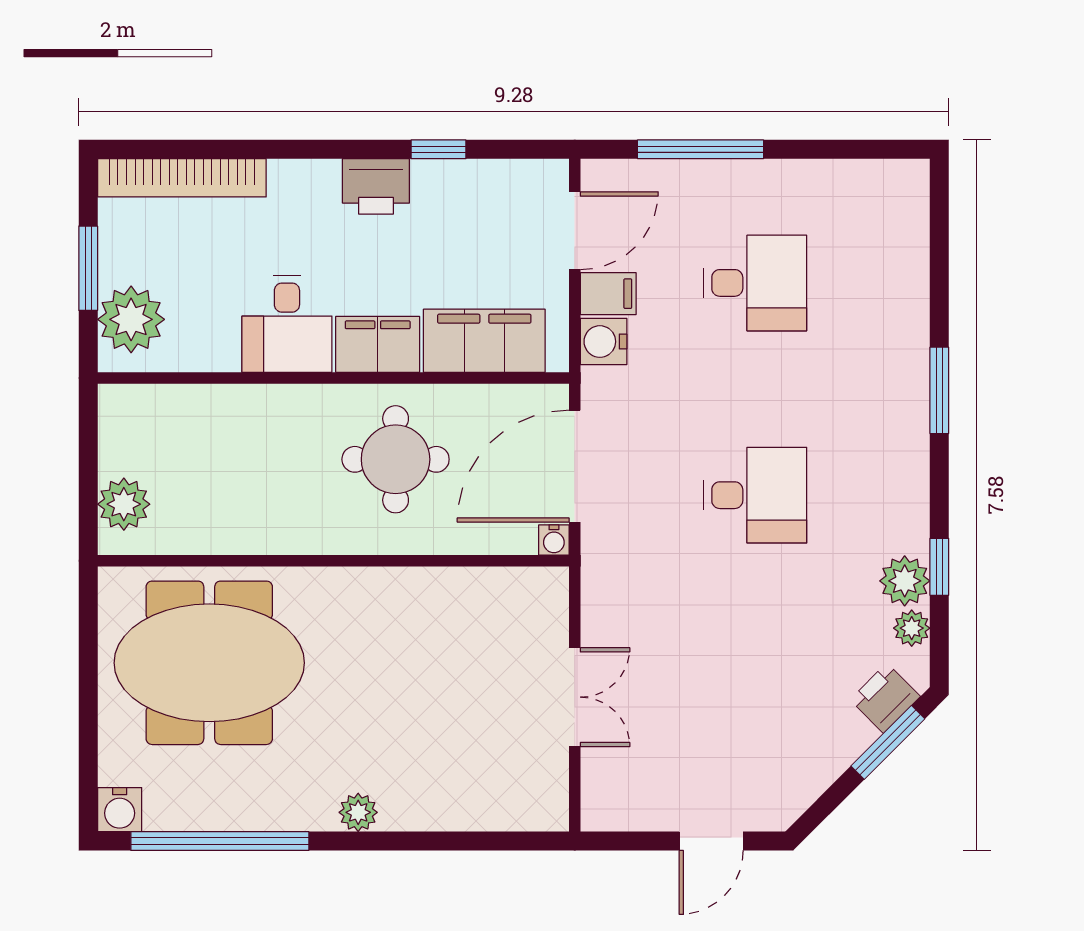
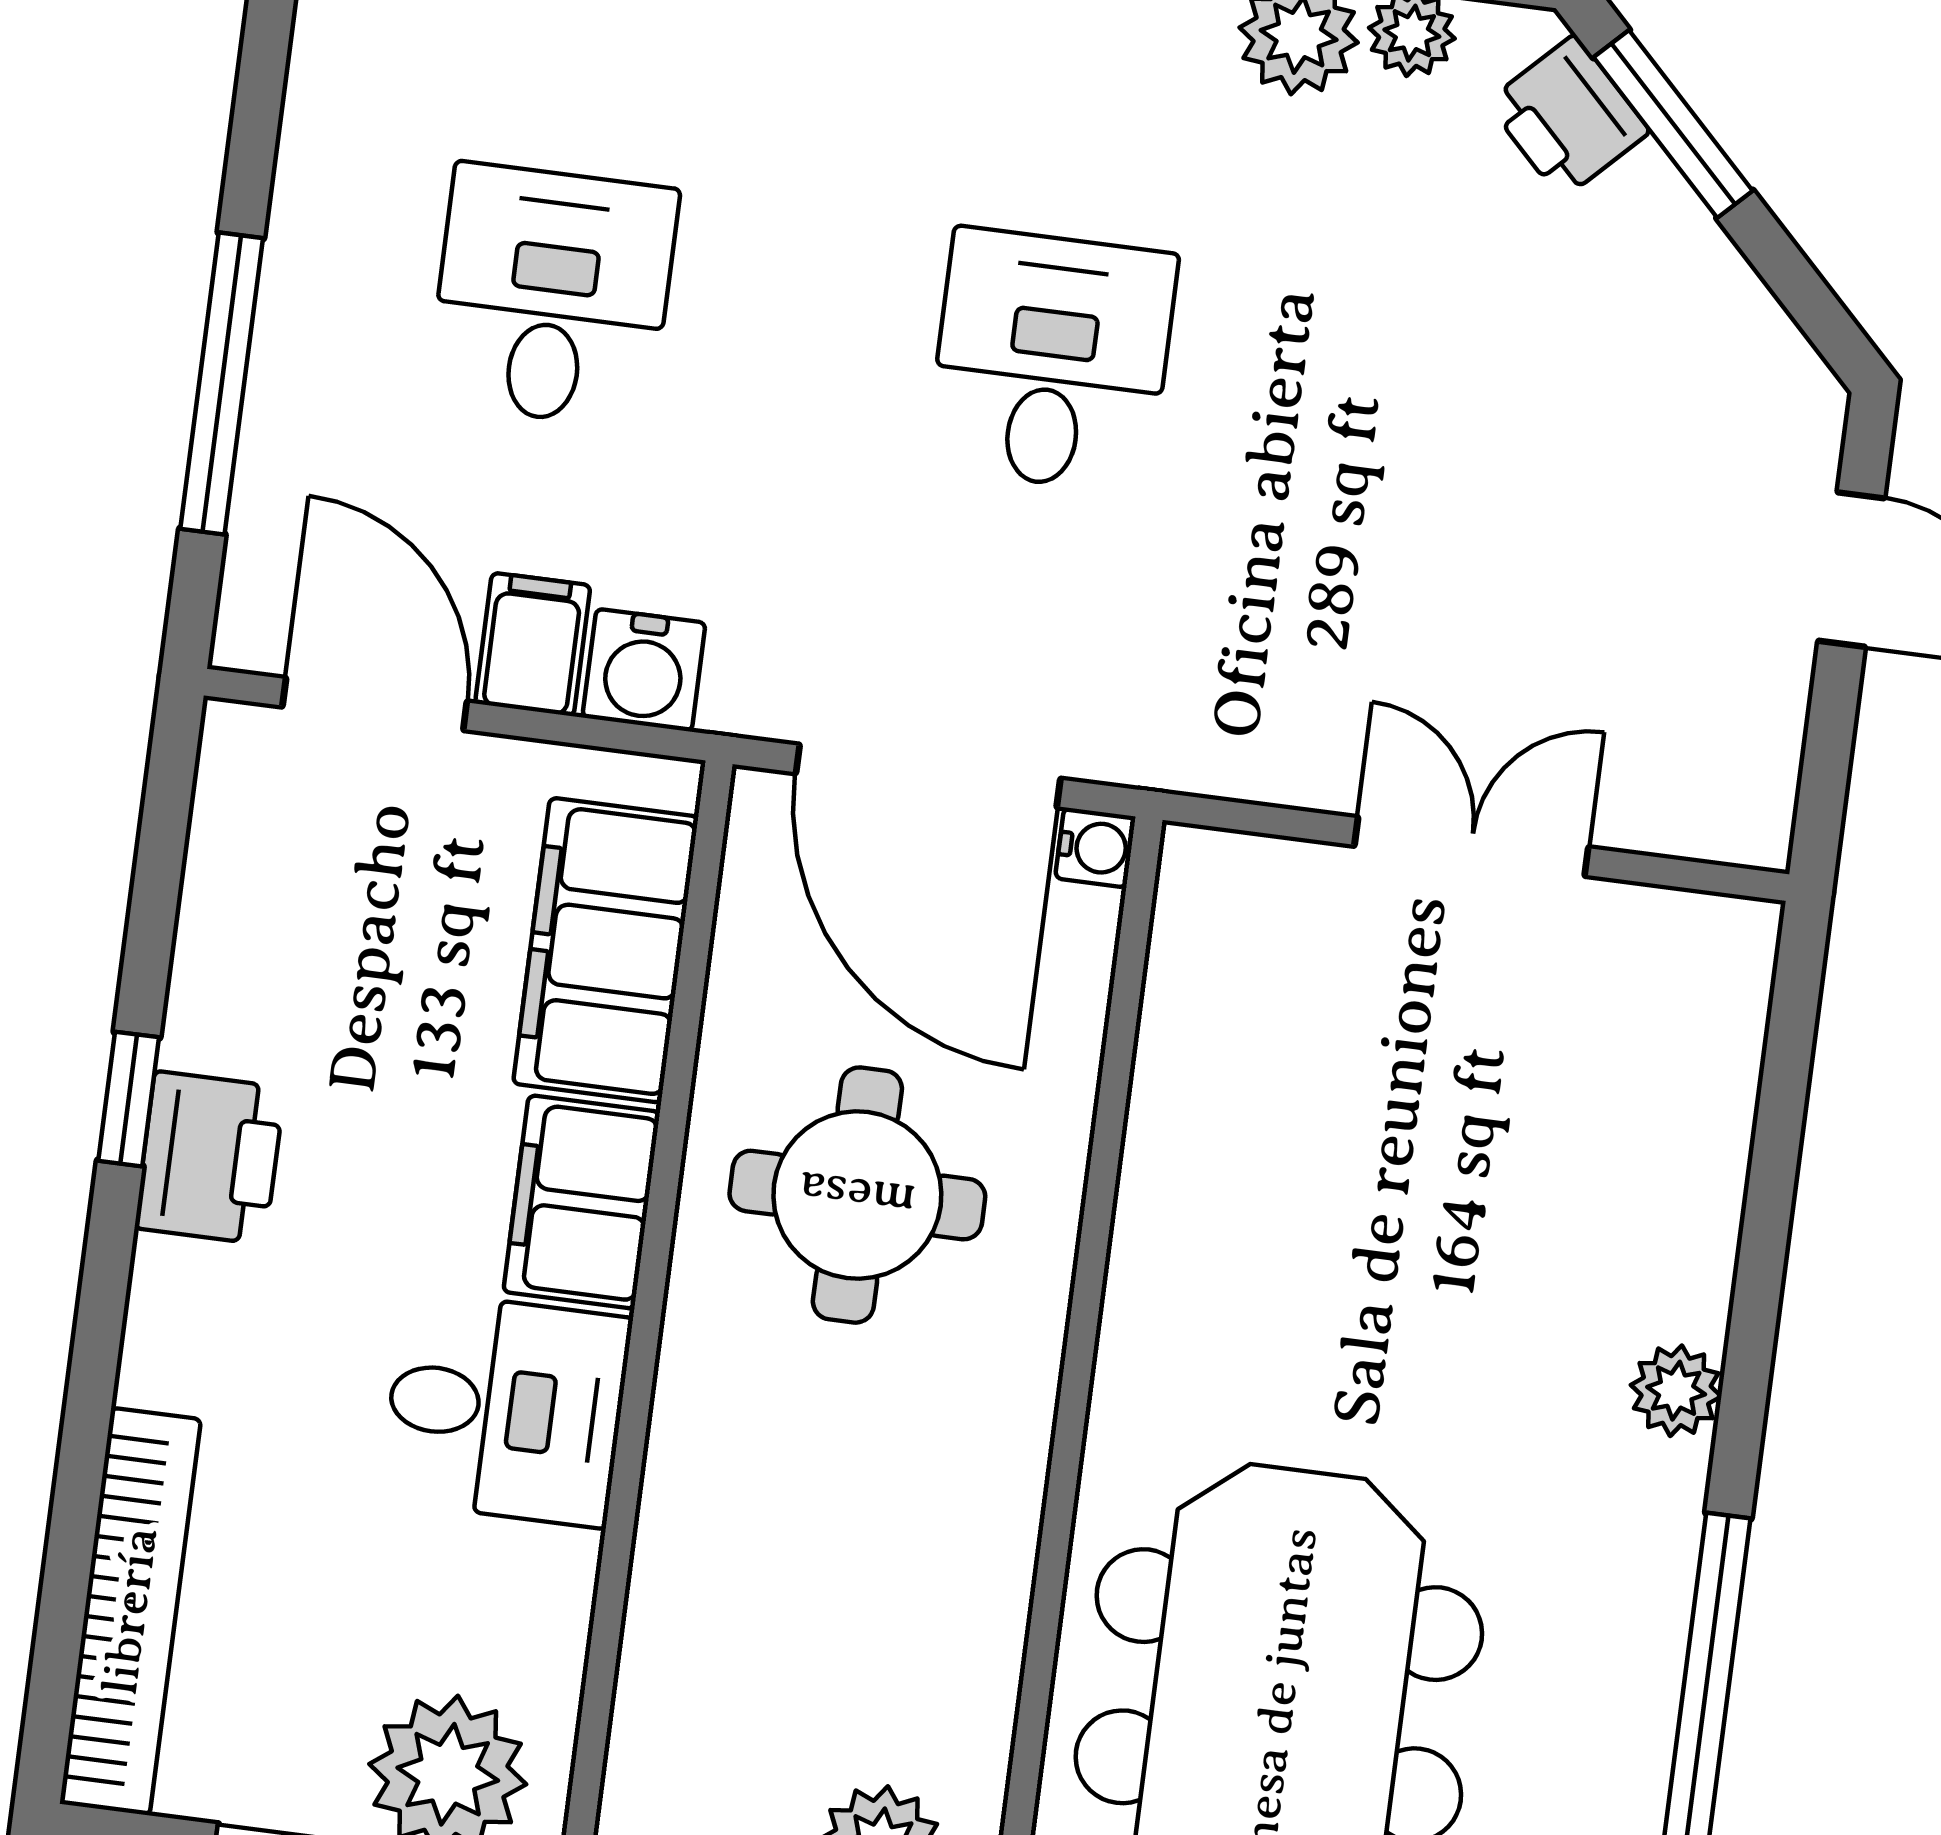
window: (438, 149) -> (129, 1099), moved

